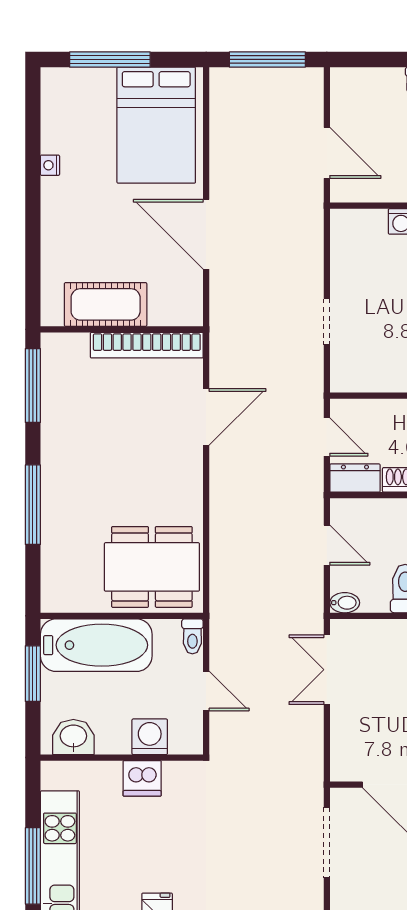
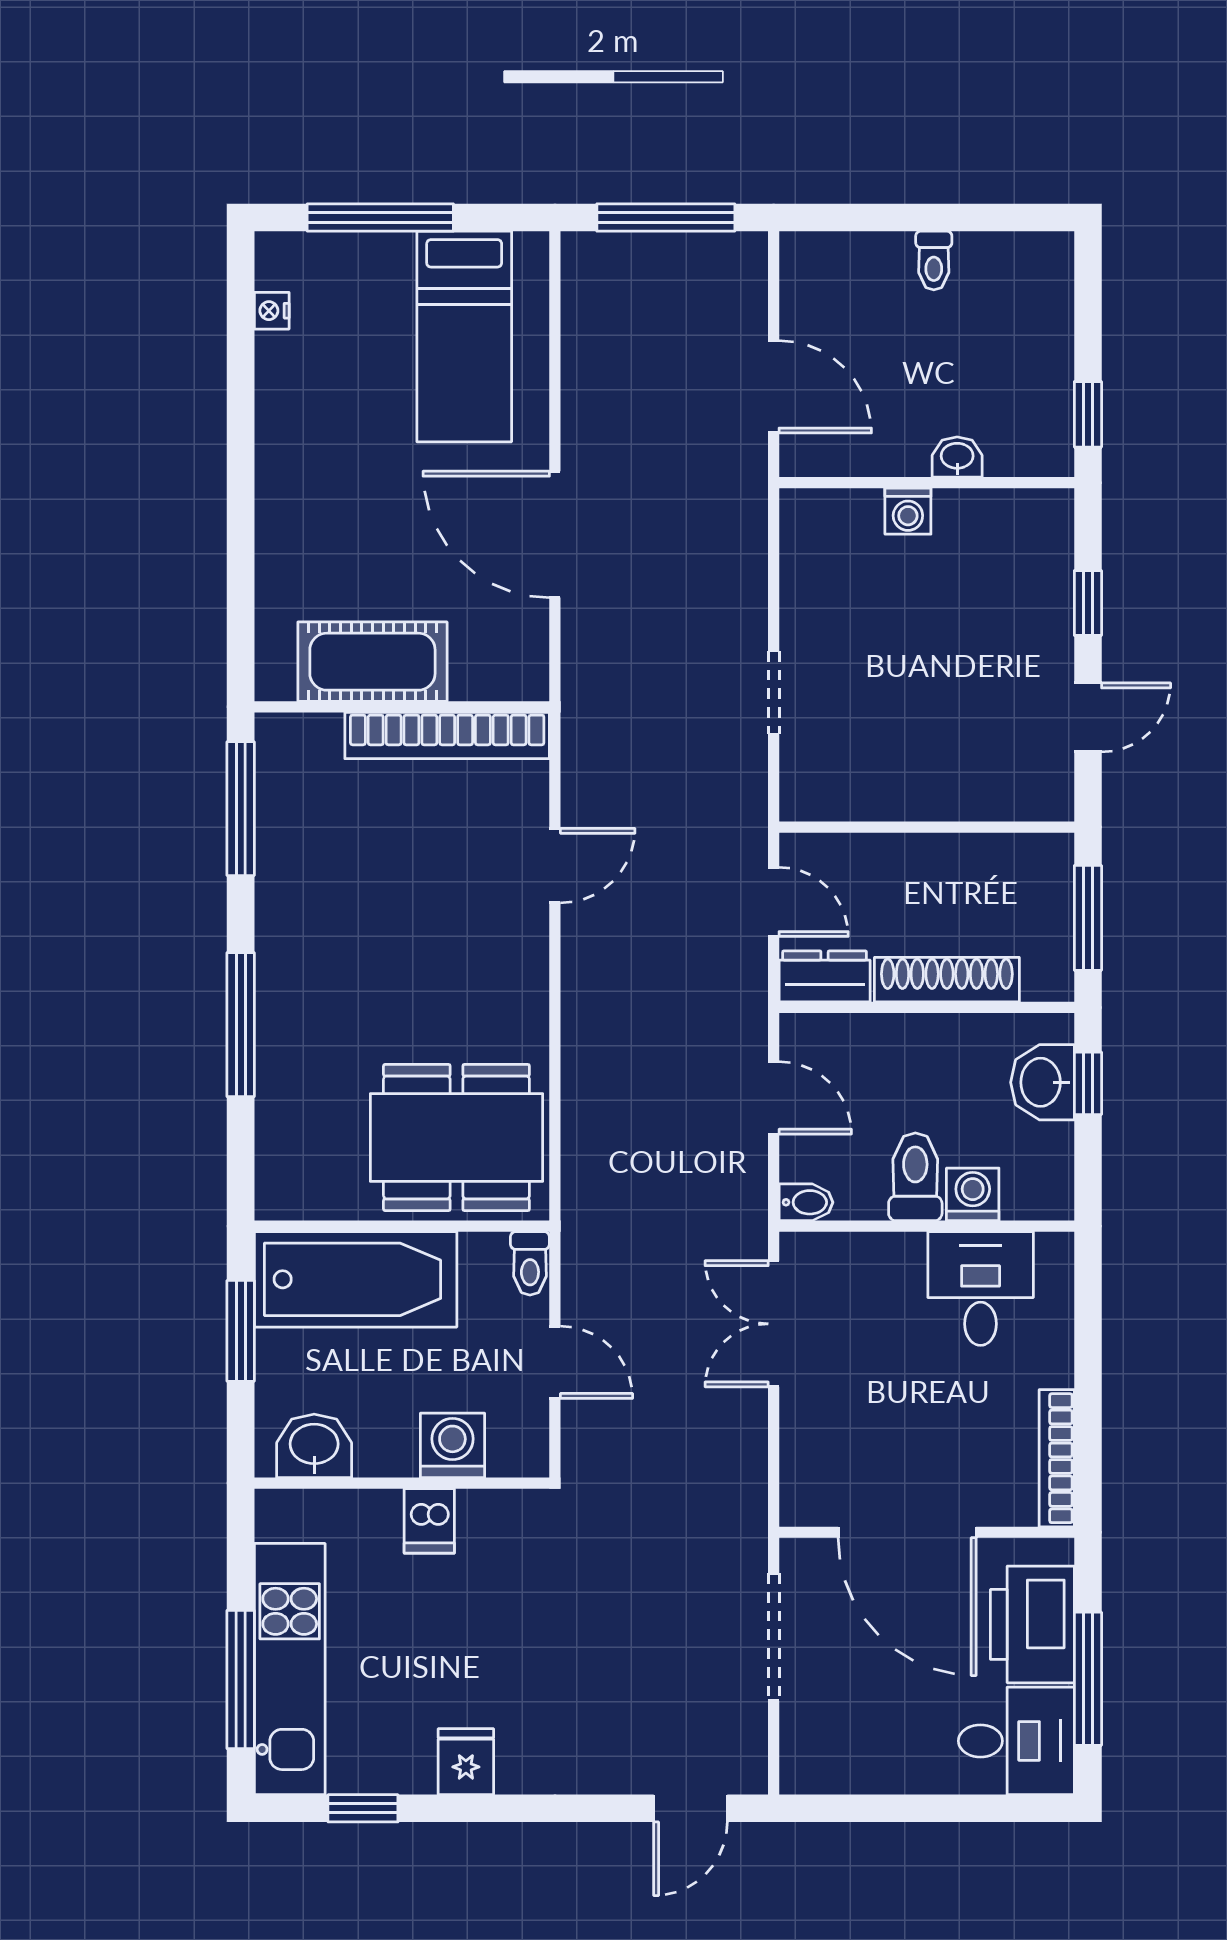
bed: (156, 125) -> (464, 337), width x0.67
nightstand: (50, 165) -> (272, 311), moved
door: (206, 417) -> (555, 866), width x0.73
dishwasher: (142, 778) -> (429, 1521), width x0.73

